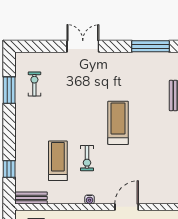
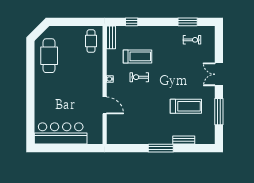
double door: (83, 46) -> (219, 74), swing flipped
window: (151, 46) -> (219, 112), moved
treadmill: (118, 123) -> (186, 106), moved

